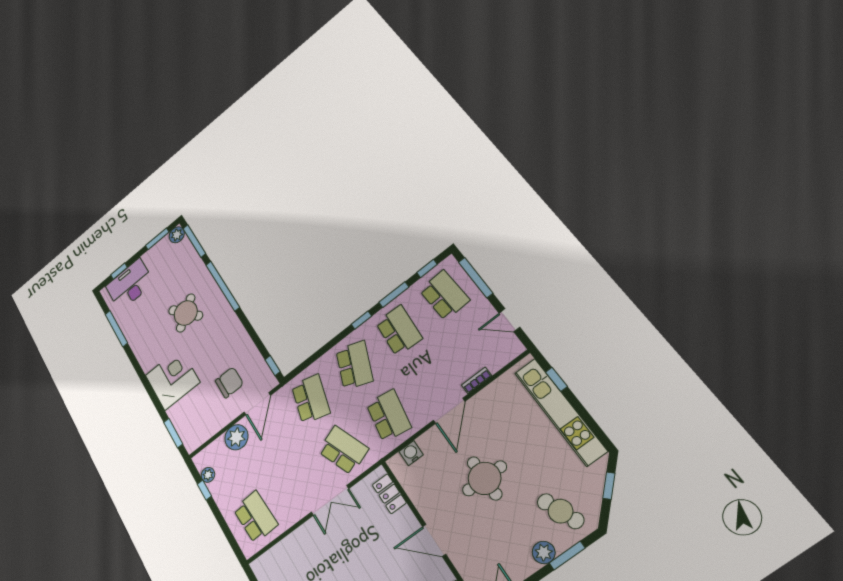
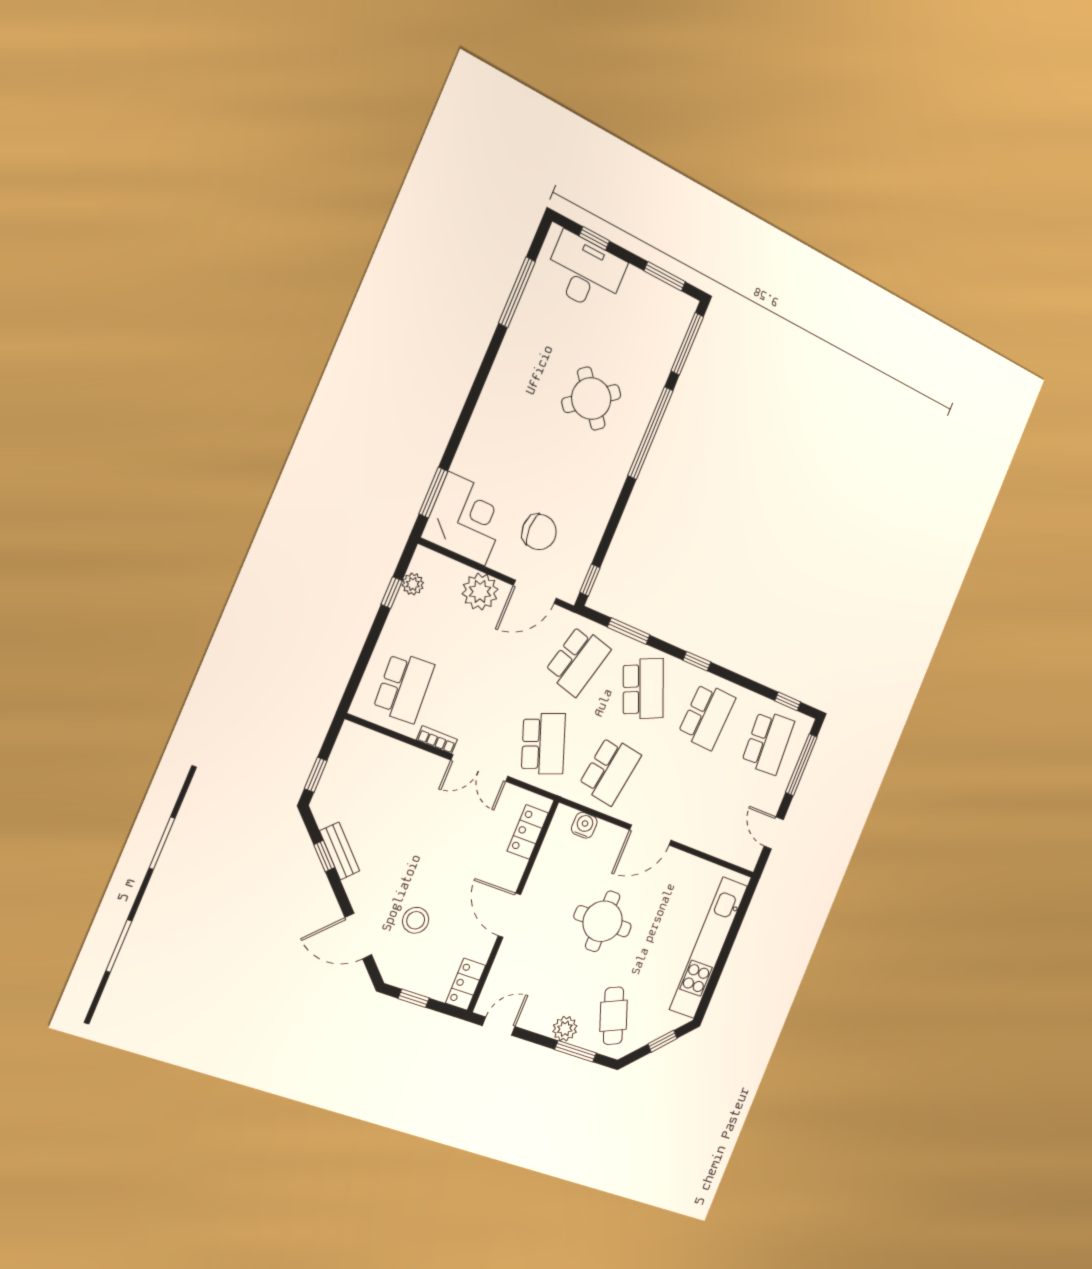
plant: (177, 235) -> (683, 307), removed
window: (394, 295) -> (629, 631), moved
school desk: (354, 365) -> (643, 689), turned -45
corner desk: (172, 379) -> (467, 519), moved
window: (556, 379) -> (738, 922), removed
bookcase: (477, 380) -> (437, 740), moved

